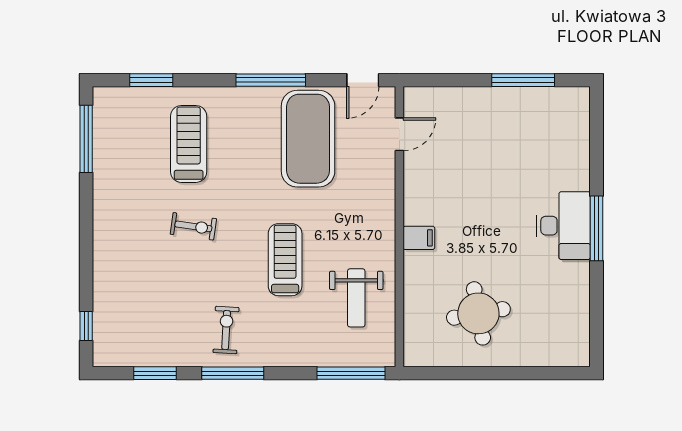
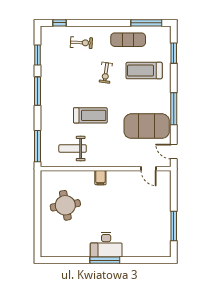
treadmill: (189, 144) -> (144, 71), turned 180
exercise mat: (122, 178) -> (128, 40), added
exercise bike: (226, 330) -> (81, 43), moved

